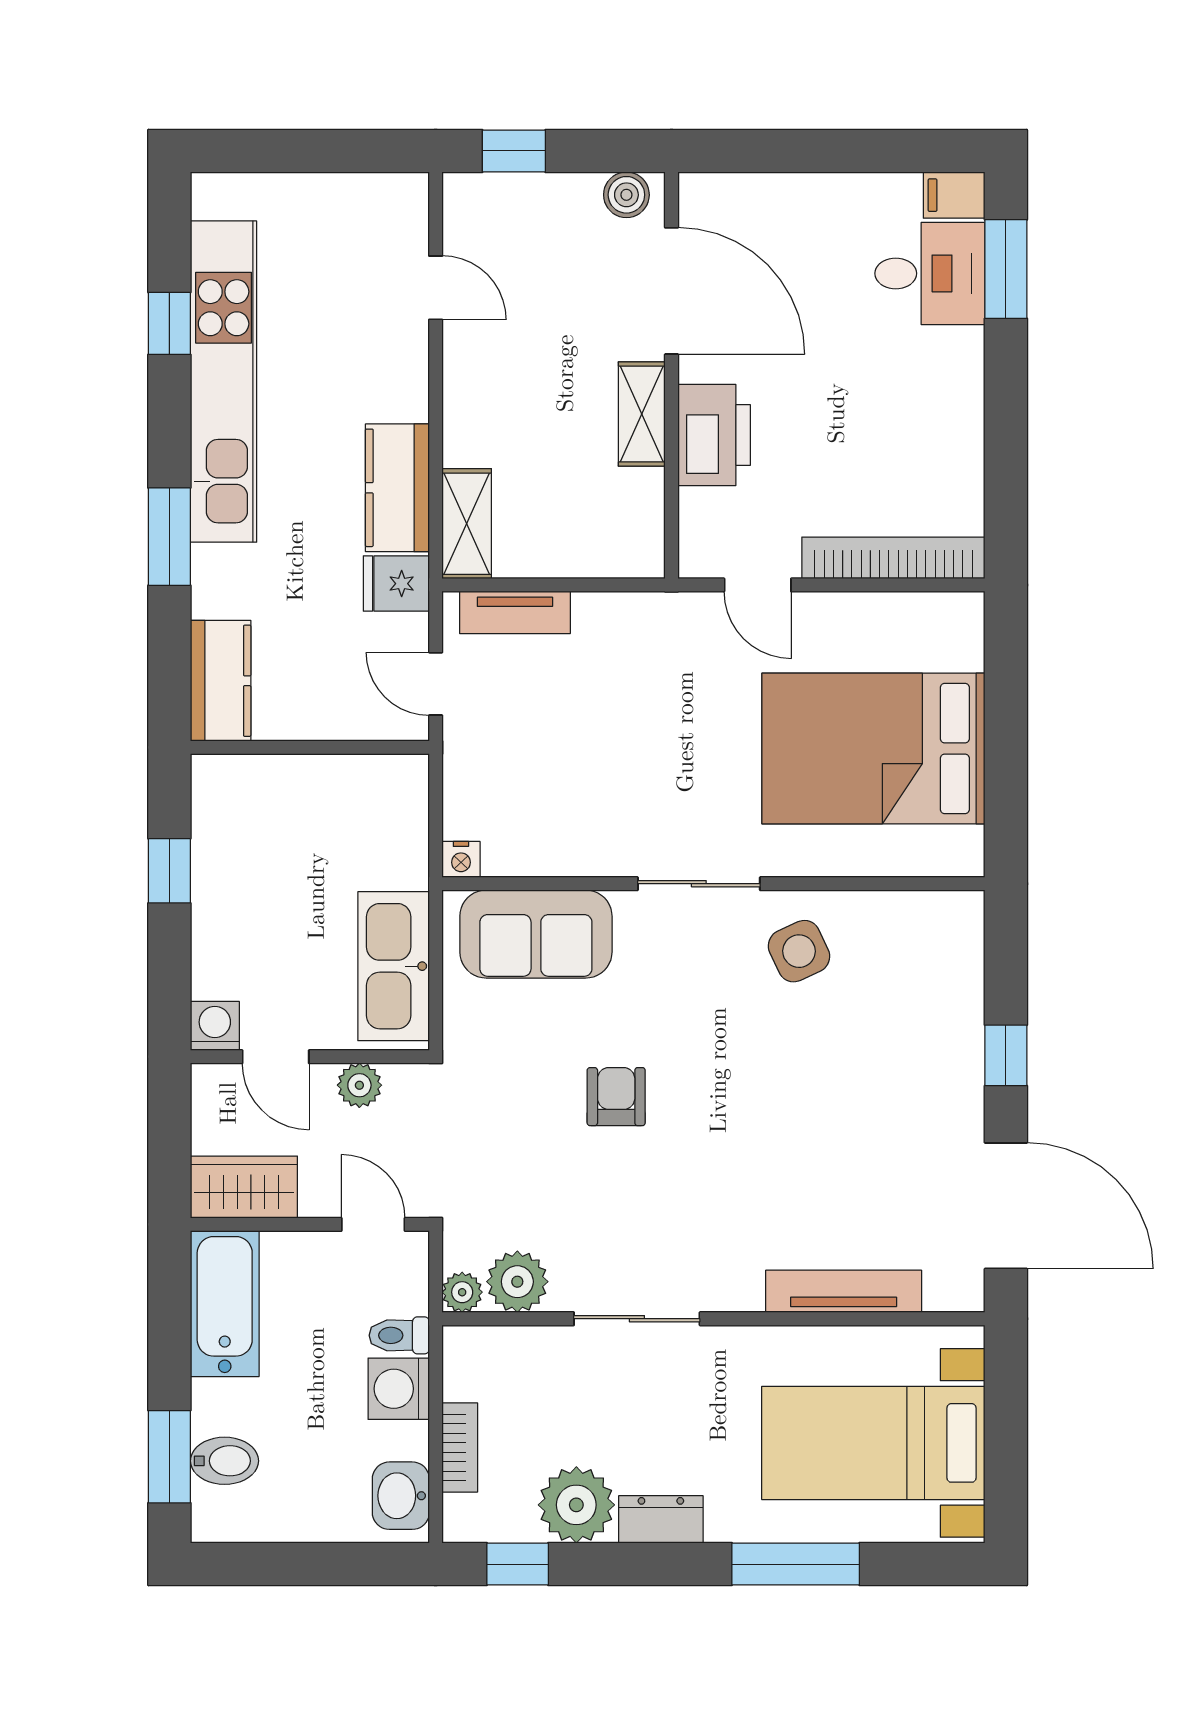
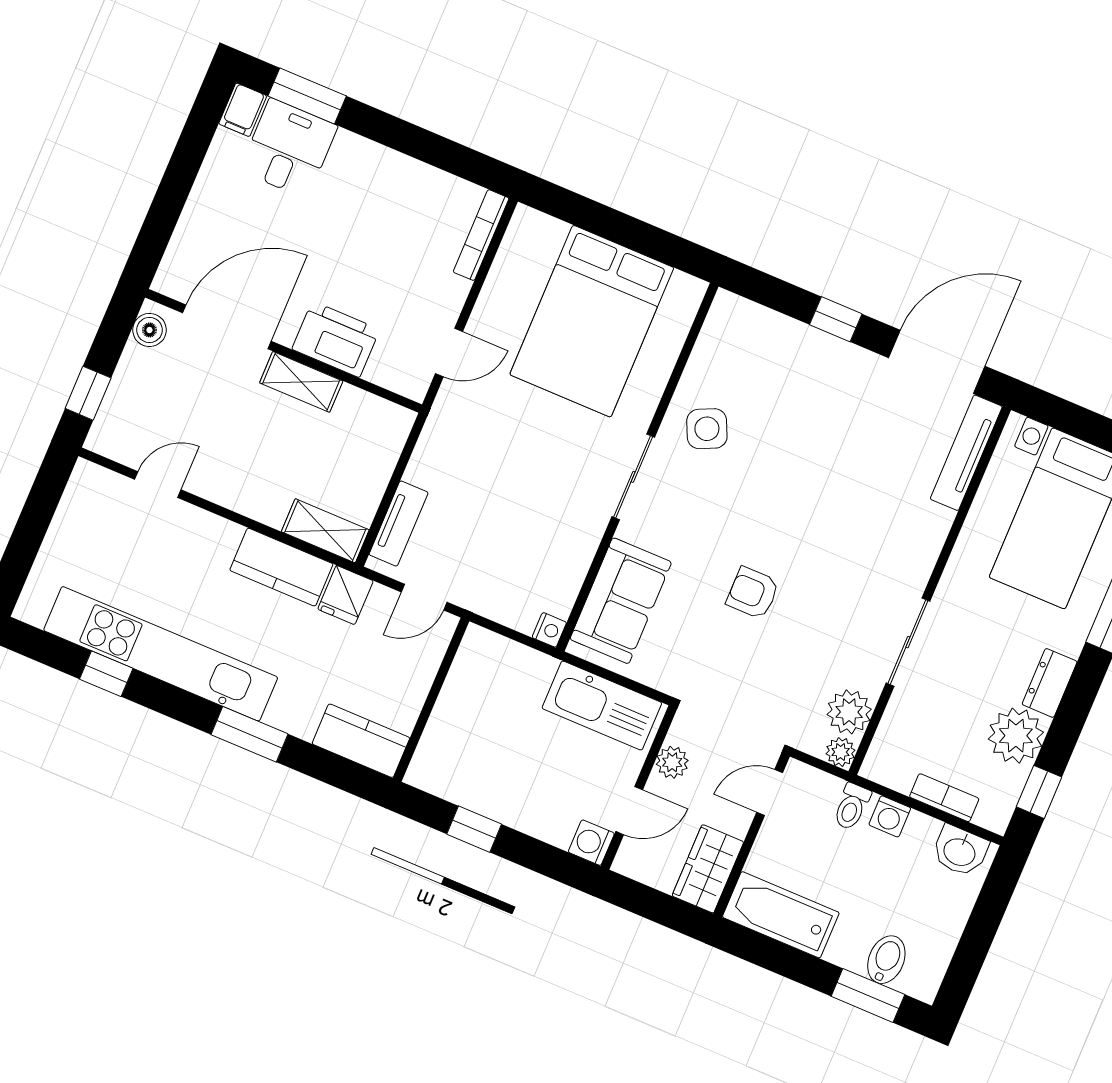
bookcase: (893, 558) -> (481, 235), width x0.68, depth x0.76
tv unit: (844, 1291) -> (966, 453), moved
washing machine: (399, 1389) -> (890, 816), width x0.73, depth x0.73

